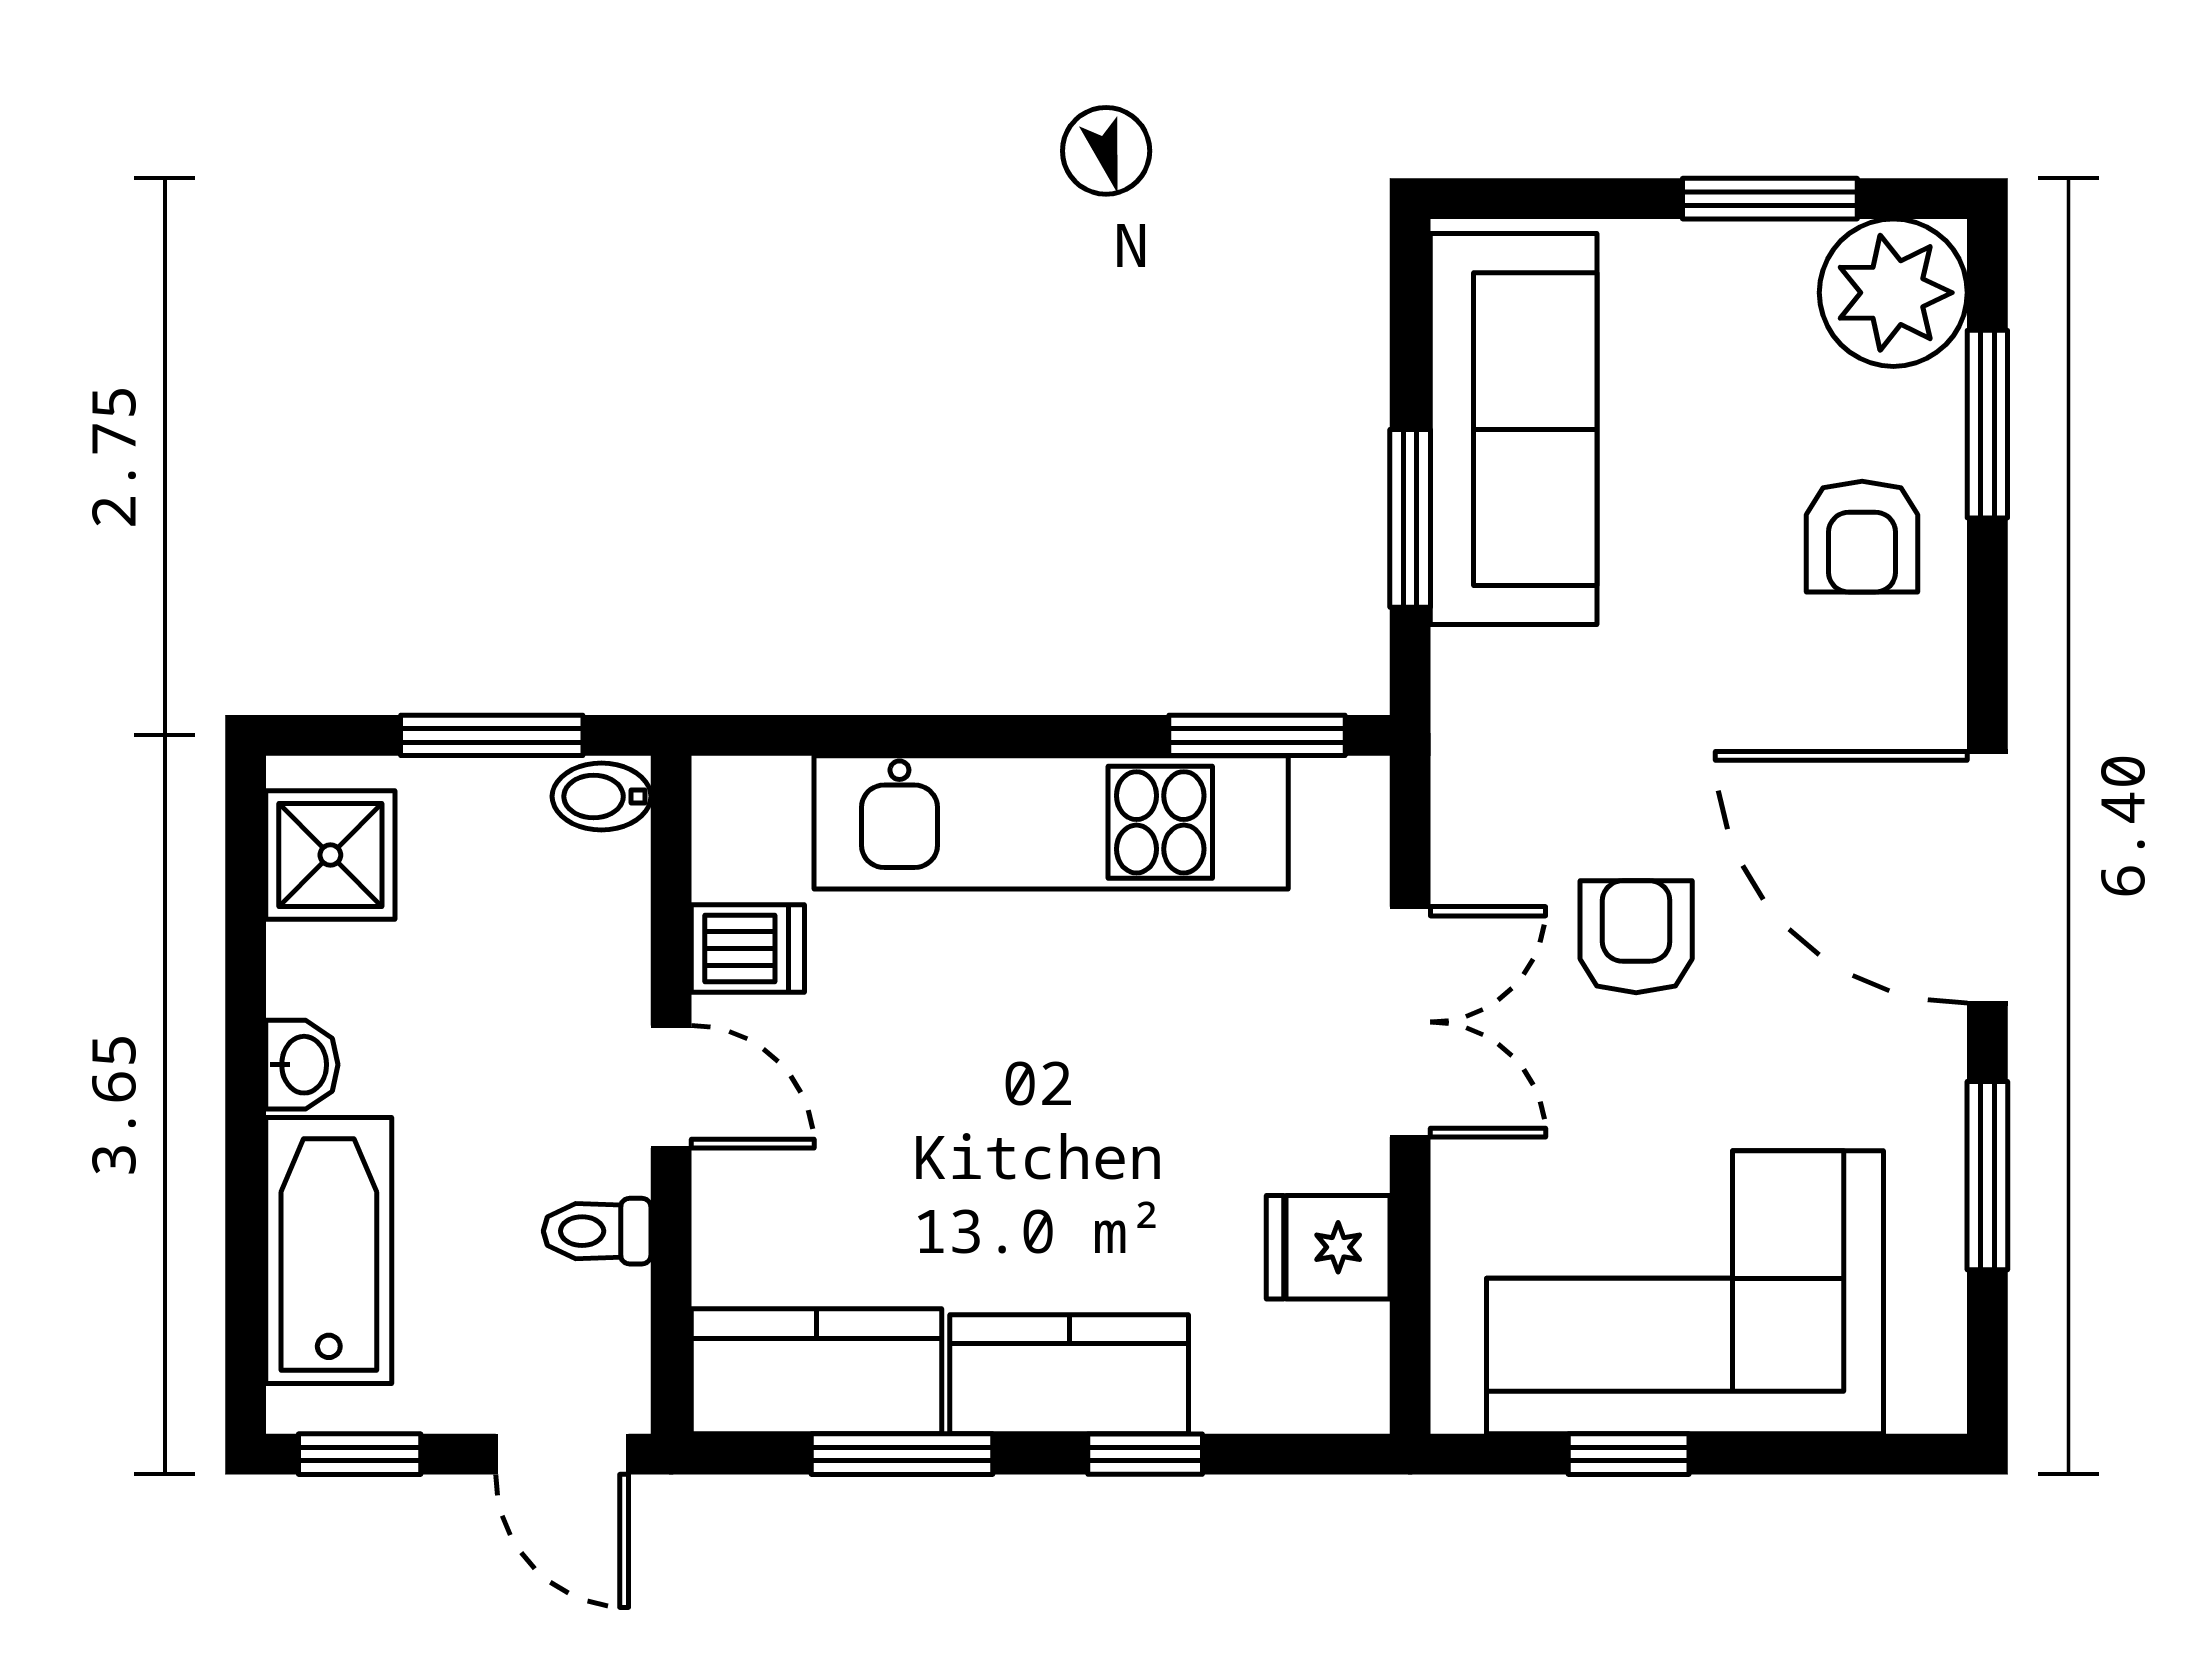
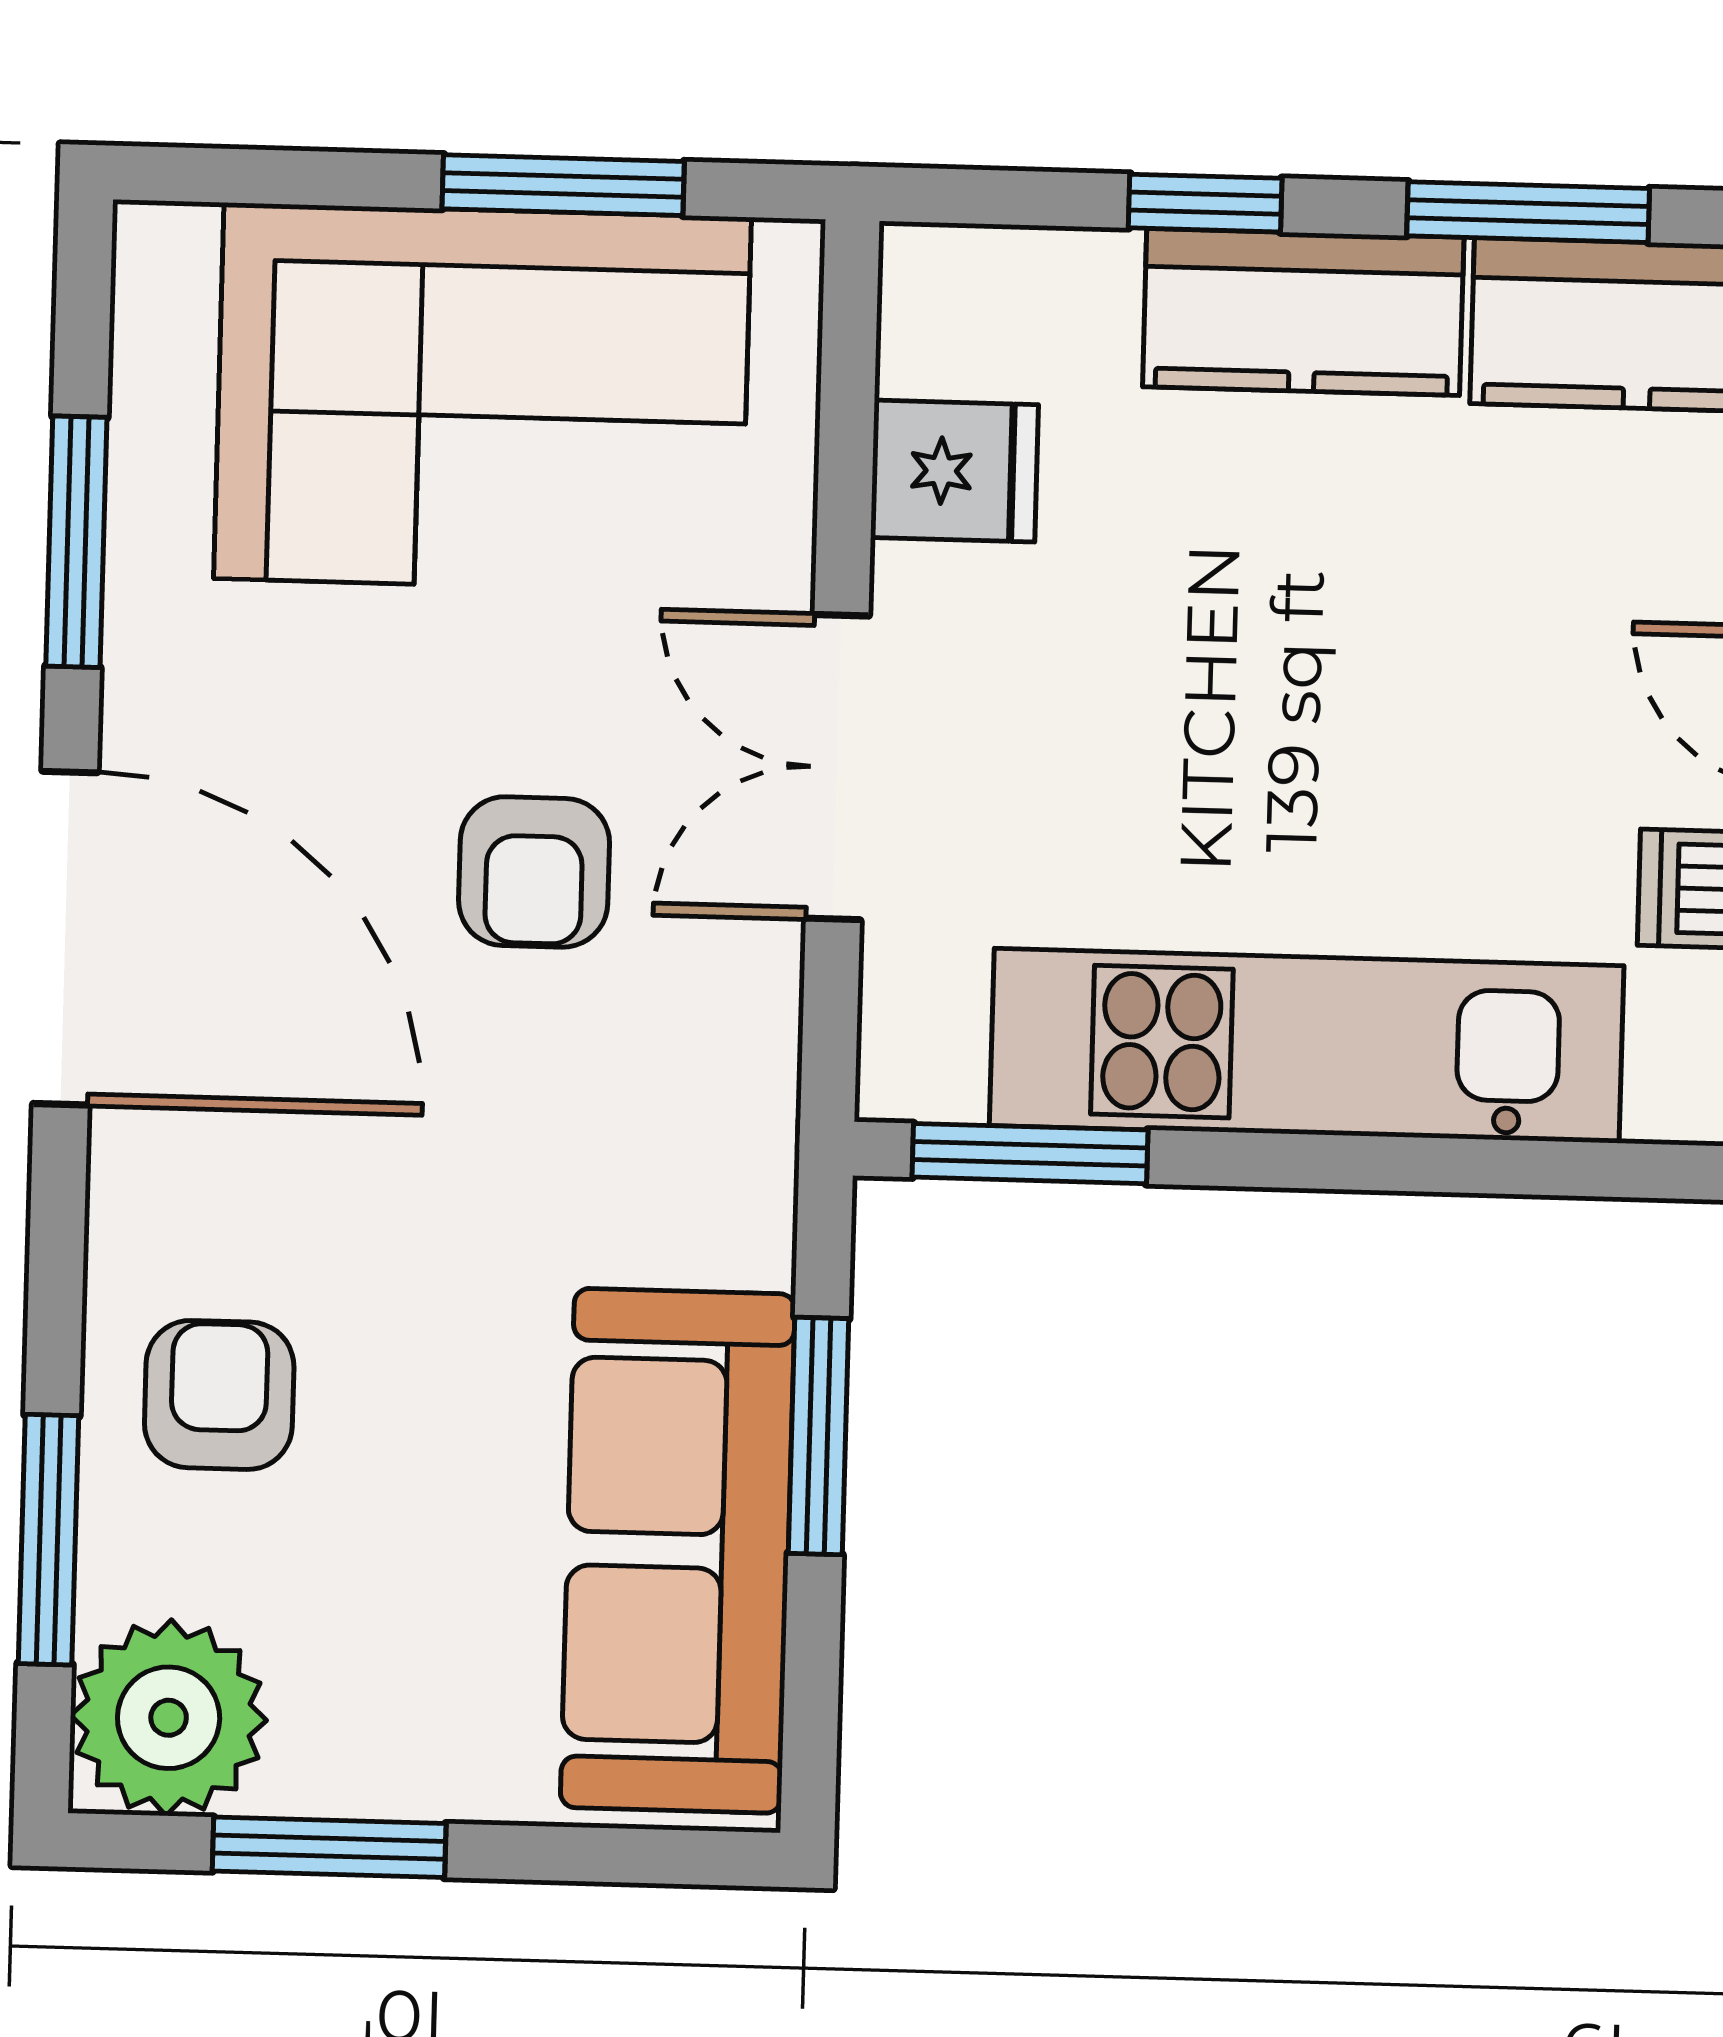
window: (1629, 1454) -> (563, 185), width x1.50

